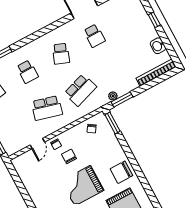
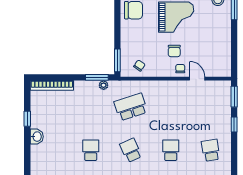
window: (154, 20) -> (27, 119), moved
washbasin: (158, 46) -> (37, 137), moved
school desk: (61, 54) -> (131, 150), turned -45
school desk: (47, 108) -> (171, 107), removed
door: (37, 144) -> (197, 79), hinge flipped

